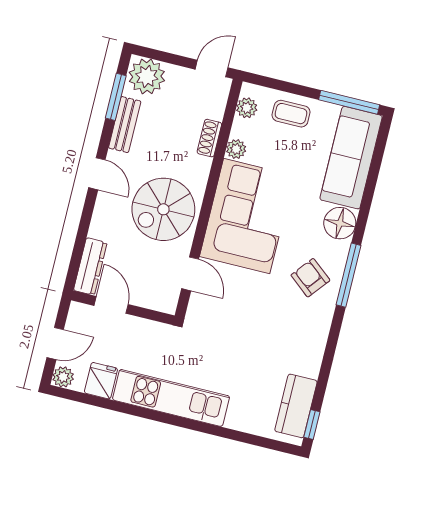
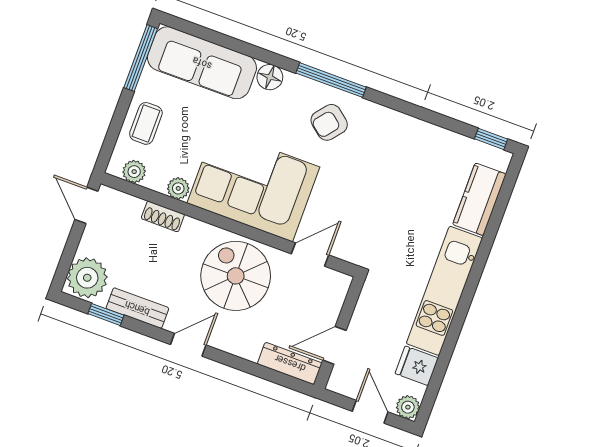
window: (116, 97) -> (106, 314), width x0.67
spiral stairs: (163, 209) -> (236, 276), turned 180
floor lamp: (340, 223) -> (270, 77), width x0.73, depth x0.73
kitchen counter: (296, 406) -> (479, 199), moved, turned 90

